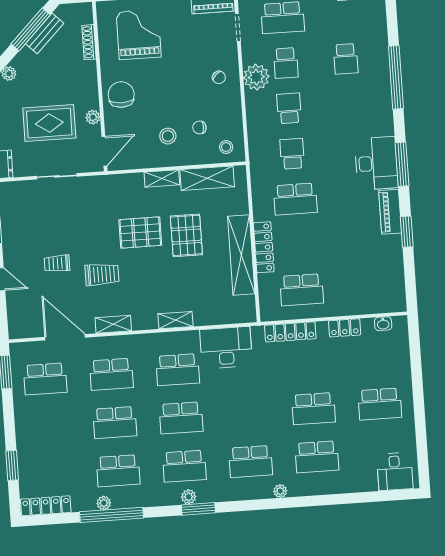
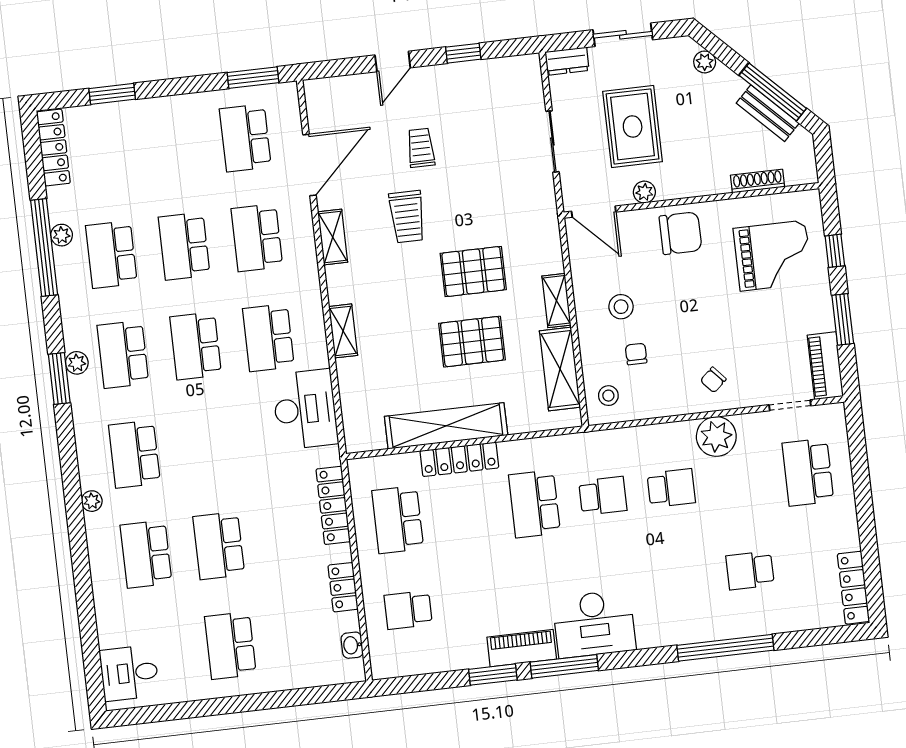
school desk: (286, 63) -> (408, 610), moved
window: (402, 164) -> (564, 666), moved
pallet: (140, 233) -> (473, 271), turned 90

